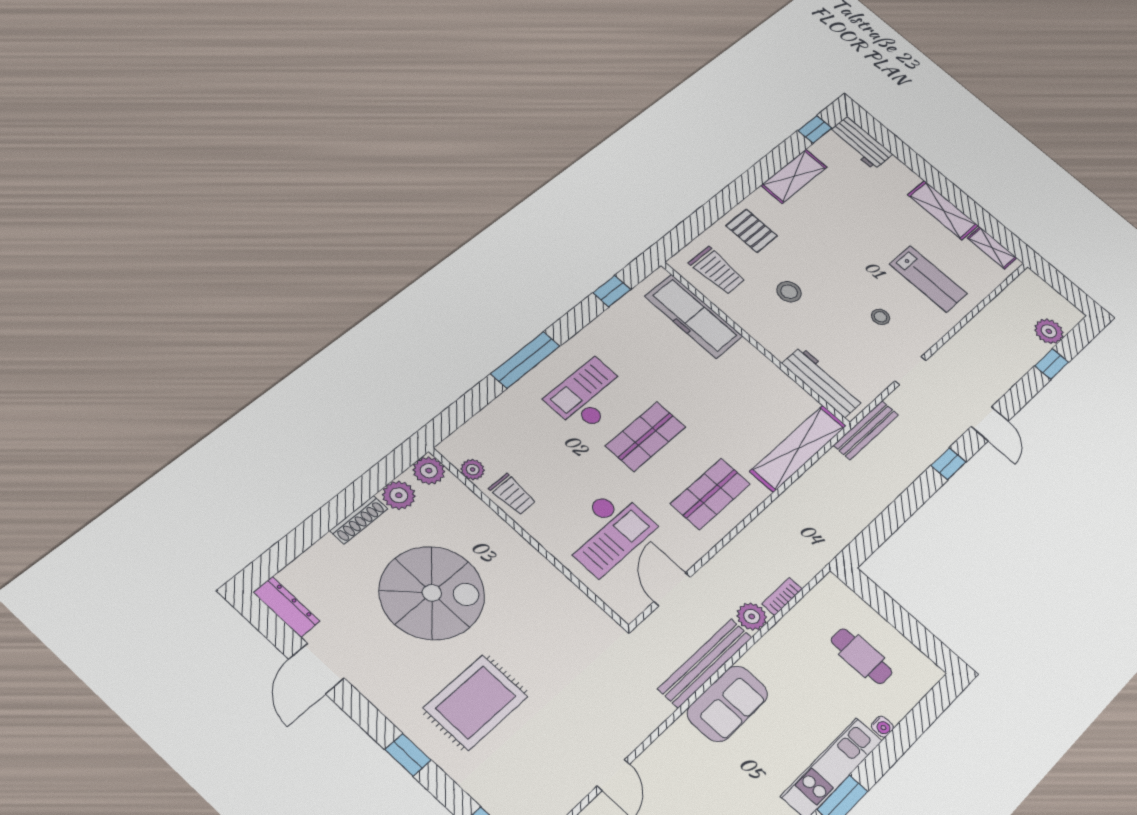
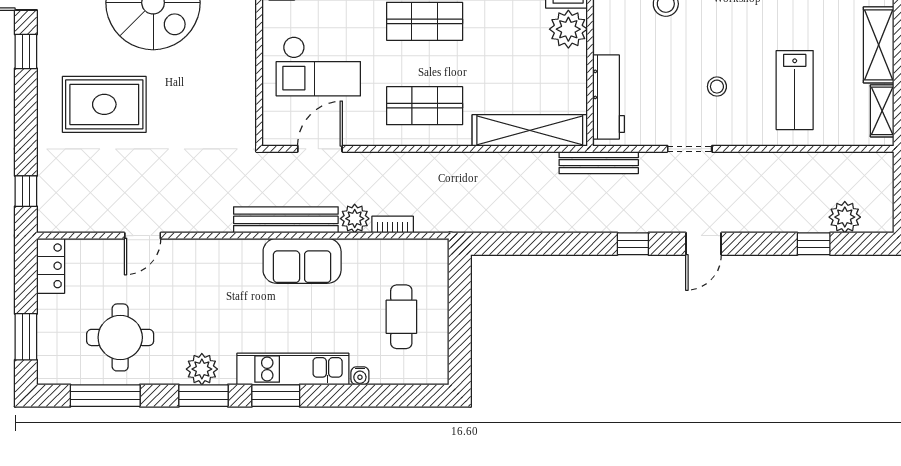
plant: (747, 360) -> (568, 29), added
sofa: (727, 704) -> (302, 261), moved
window: (408, 755) -> (26, 51), moved

